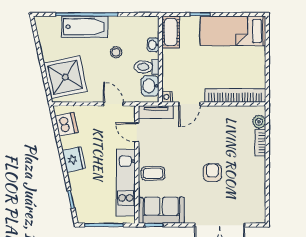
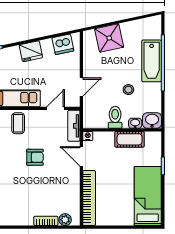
cot: (171, 32) -> (130, 139), moved
shower: (65, 77) -> (109, 38), width x0.73, depth x0.73
washbasin: (150, 86) -> (152, 120), moved
armchair: (212, 173) -> (35, 157), moved

